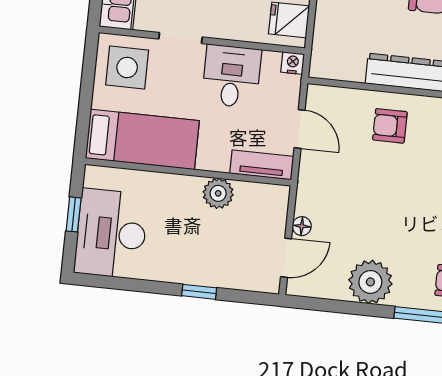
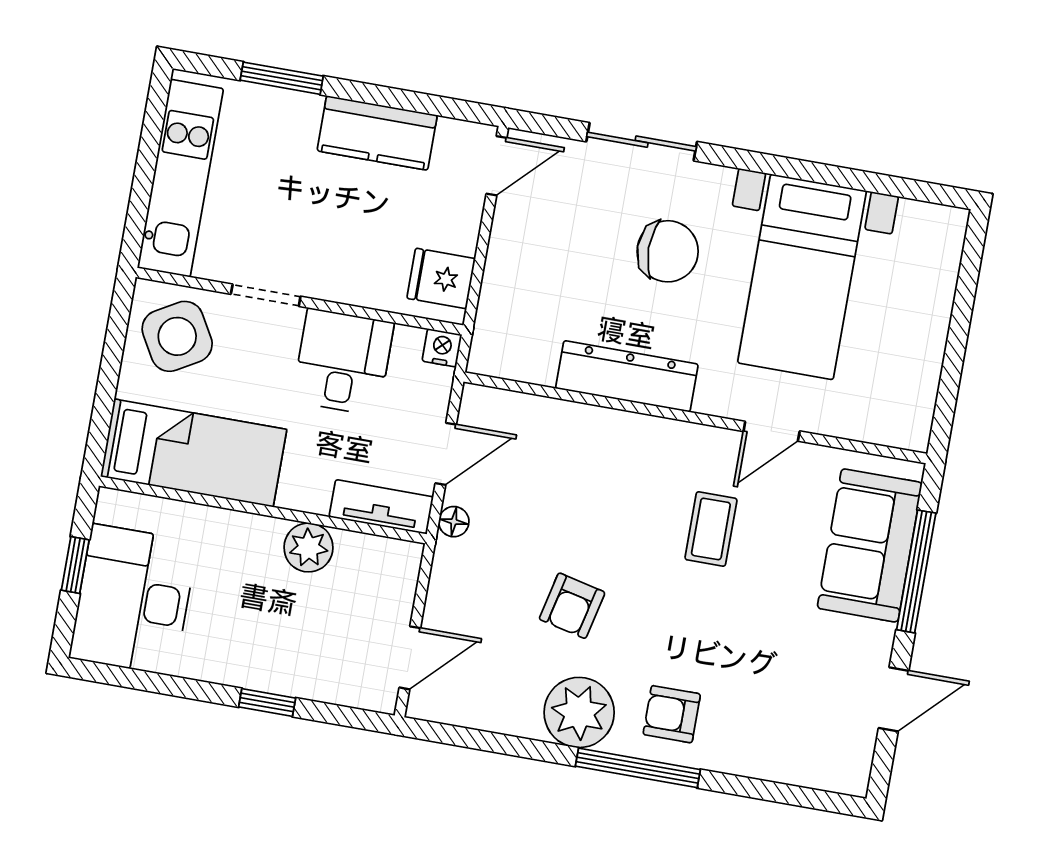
side table: (127, 67) -> (177, 336), turned -30
armchair: (390, 126) -> (572, 606), moved, turned -77
door: (300, 129) -> (446, 454), hinge flipped
floor lamp: (302, 226) -> (454, 522), moved
plant: (370, 282) -> (579, 712), moved

